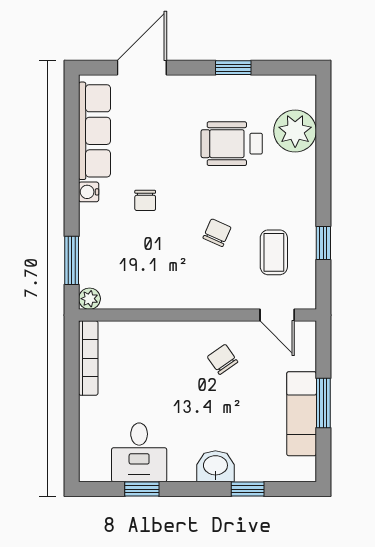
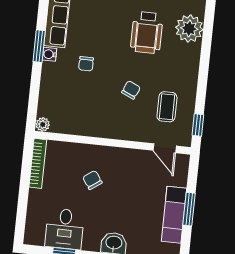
wheelchair: (232, 144) -> (147, 32), turned -90
window: (323, 243) -> (198, 125), moved
window: (72, 260) -> (39, 46), moved
chair: (223, 359) -> (92, 180), moved

